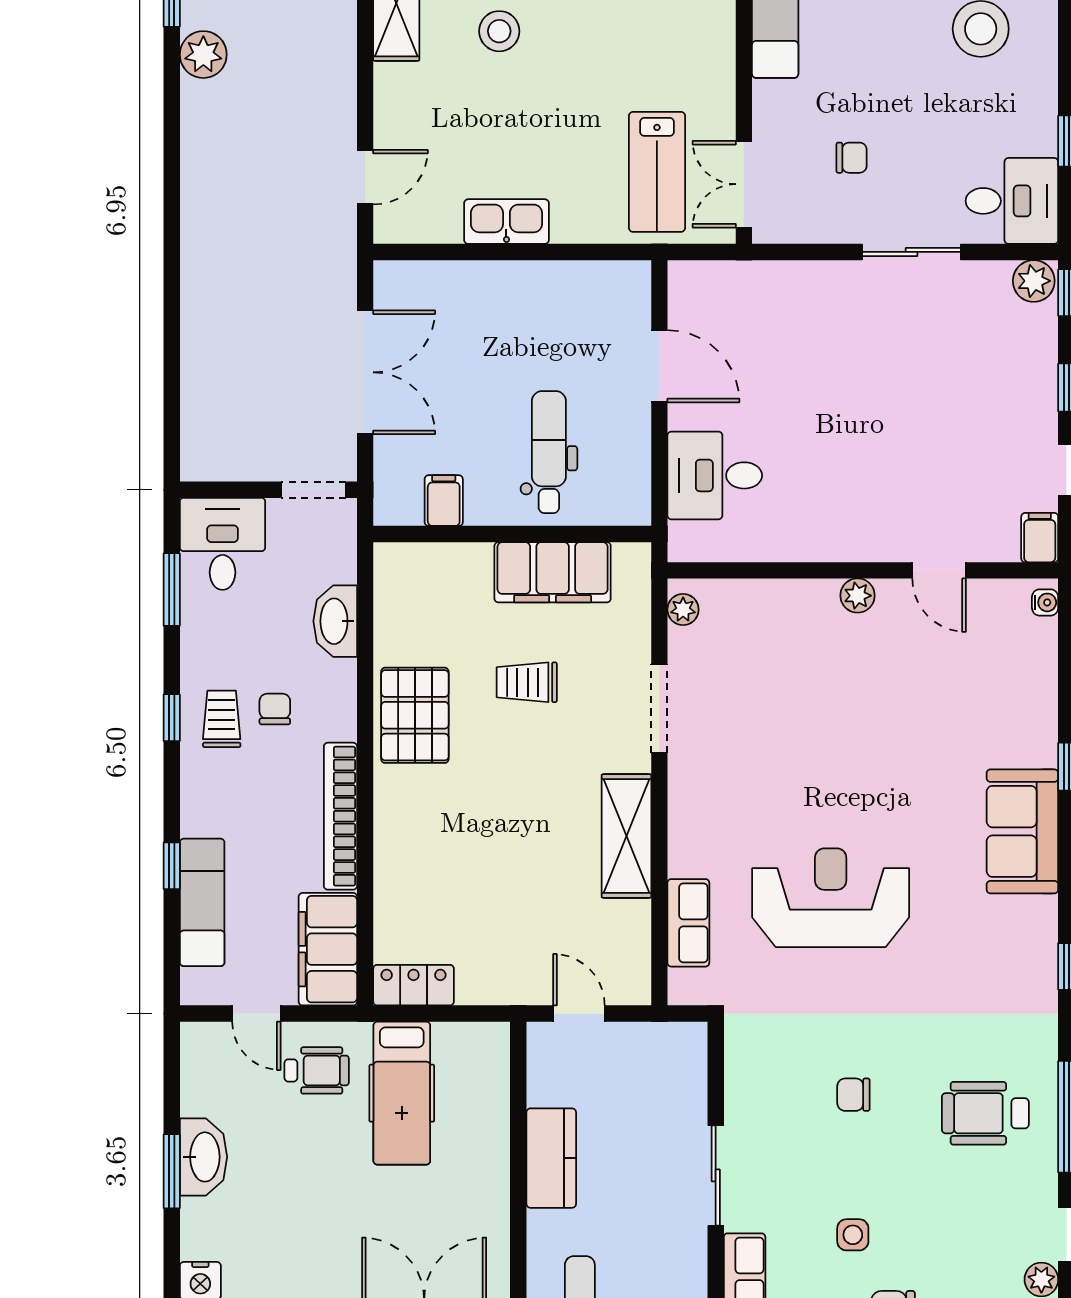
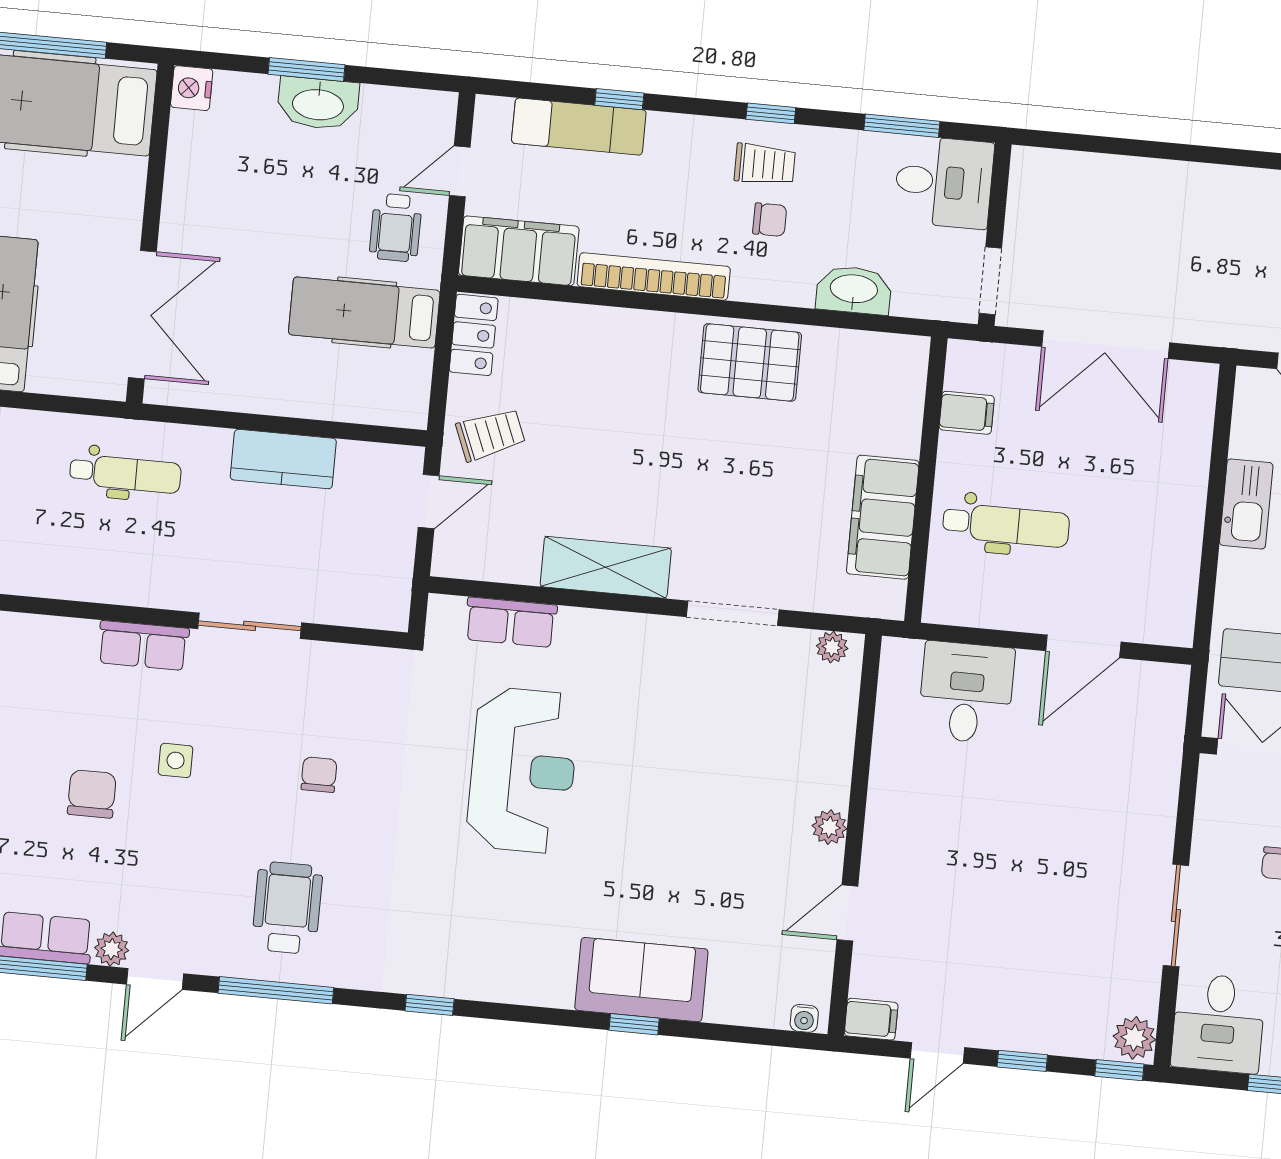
trolley: (527, 682) -> (491, 434), moved, turned 68
sofa: (1022, 831) -> (641, 980), moved

